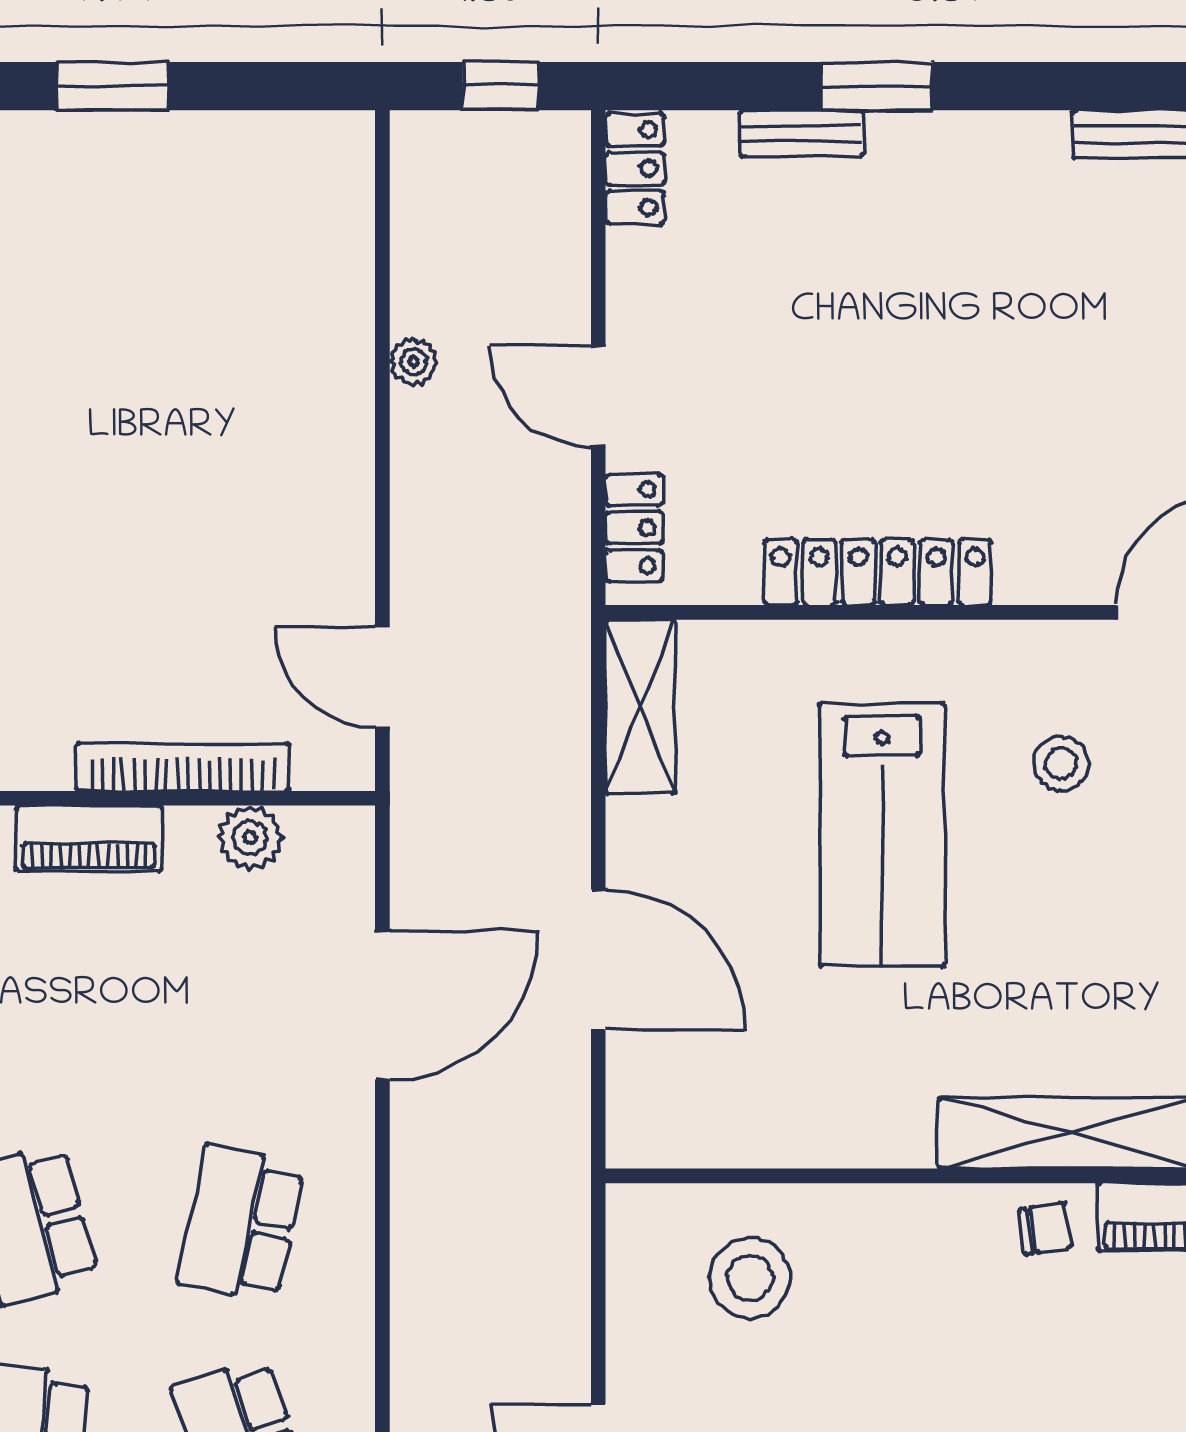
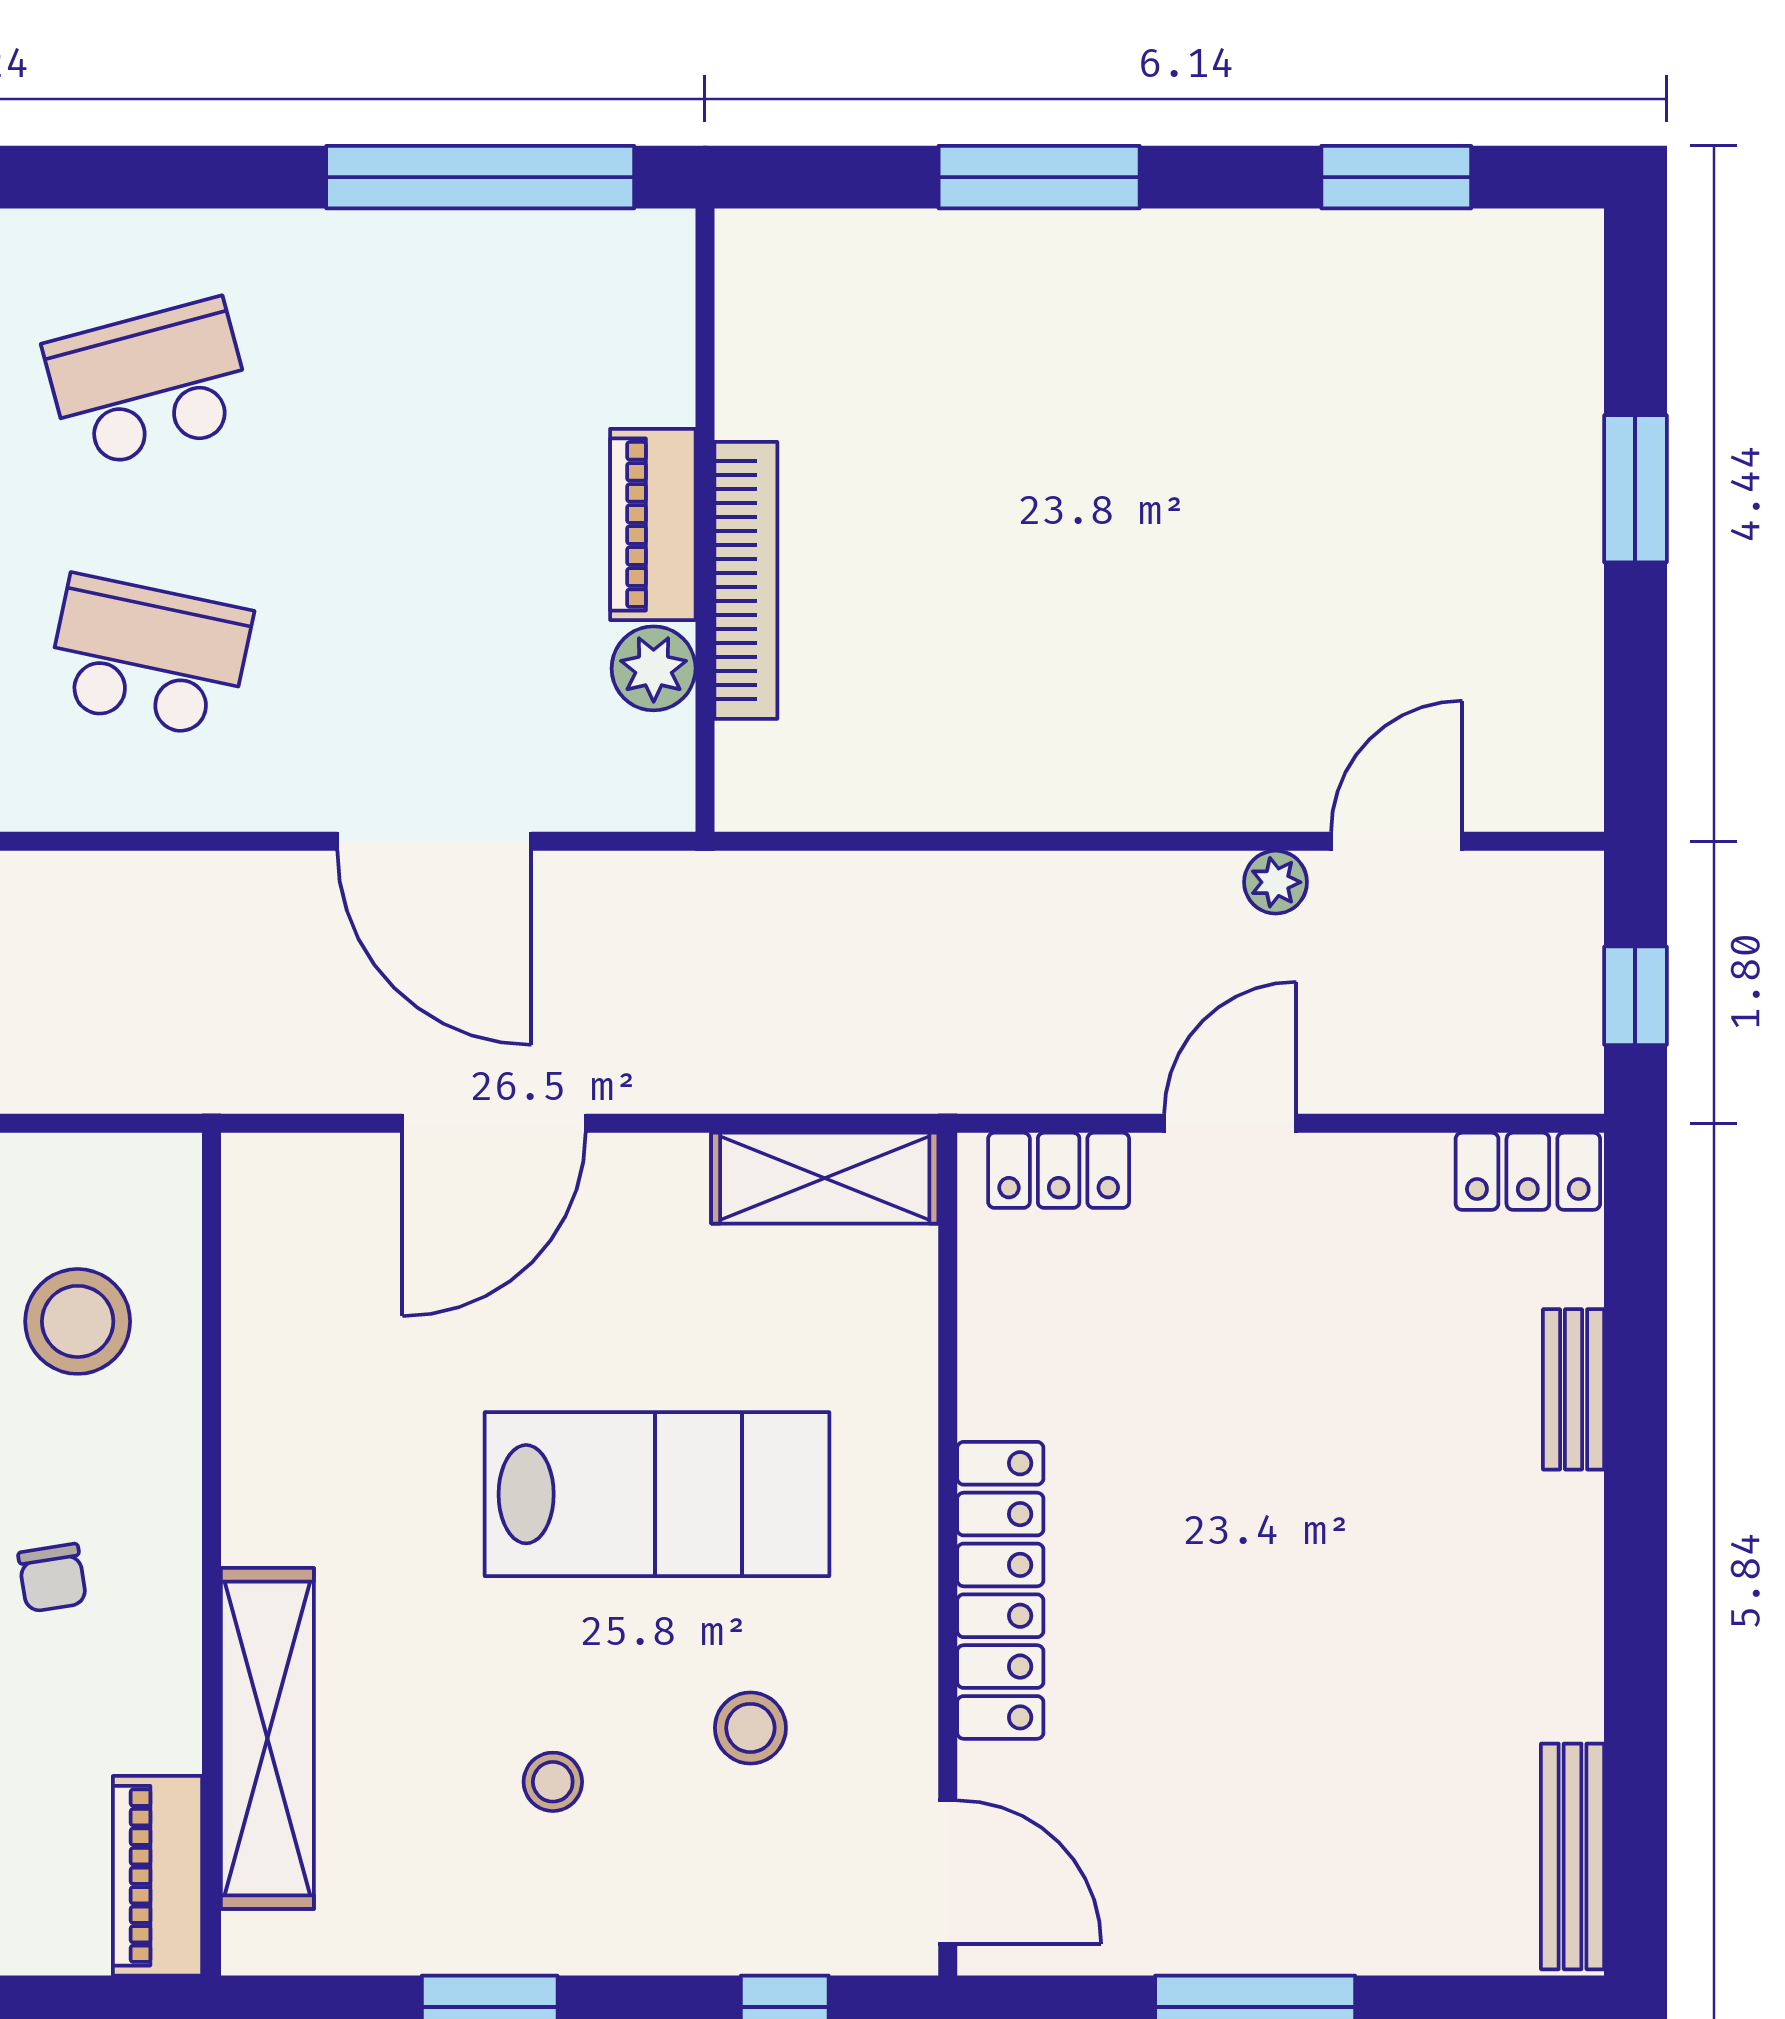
window: (877, 86) -> (1635, 1487), removed
locker: (878, 572) -> (1000, 1590), moved
door: (382, 677) -> (1397, 841), moved
lab bench: (882, 835) -> (657, 1494), turned 180
piano: (89, 838) -> (653, 524), moved
stool: (1102, 915) -> (553, 1782), added
chair: (1045, 1228) -> (52, 1578), moved

